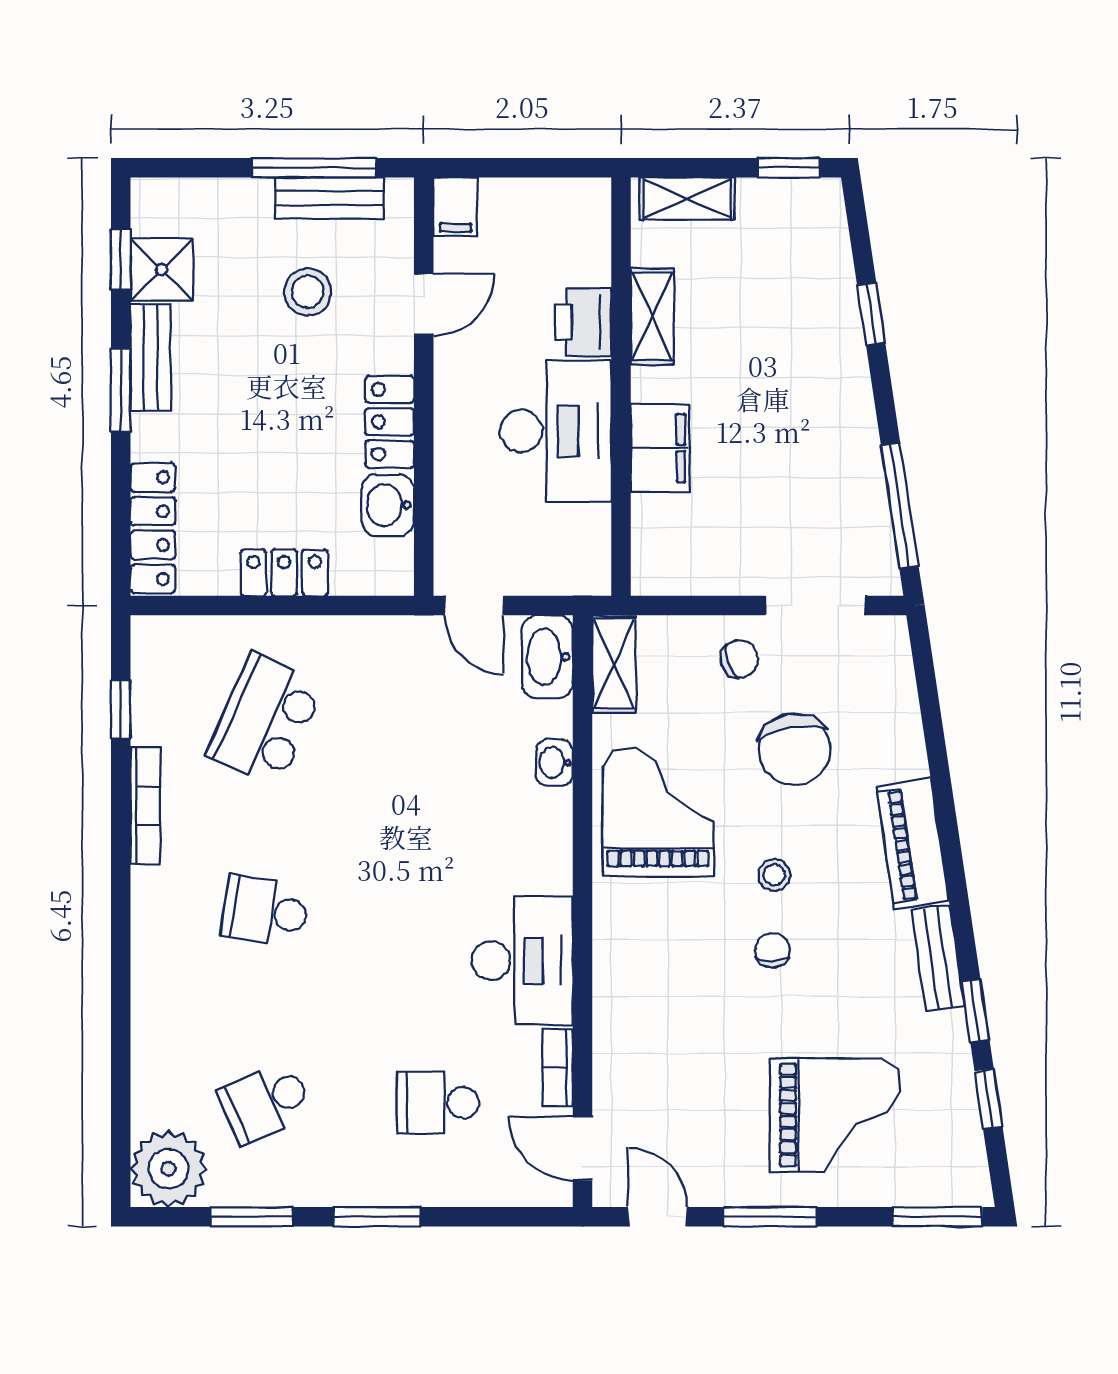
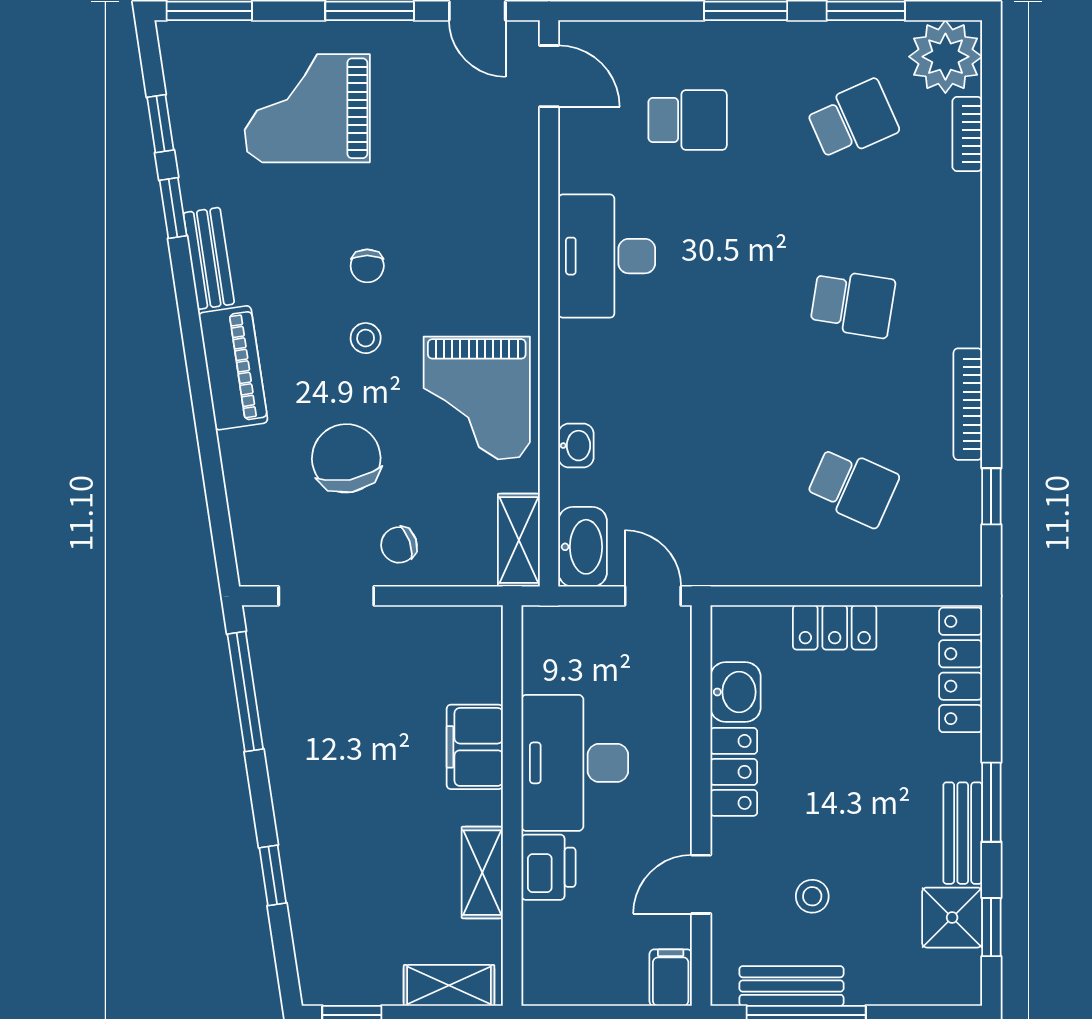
stool: (308, 292) -> (812, 896), width x0.73, depth x0.73
school desk: (265, 720) -> (853, 487), width x0.54
bookcase: (557, 1068) -> (967, 134), moved, turned 180

